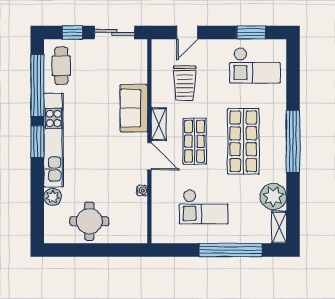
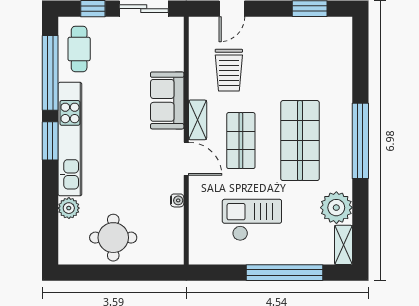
checkout: (255, 65) -> (314, 49), removed
checkout: (204, 207) -> (252, 220), turned 180

